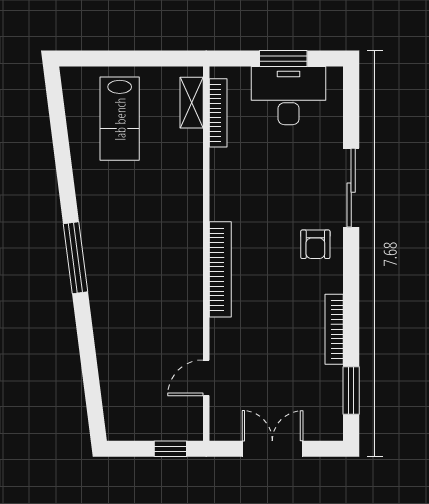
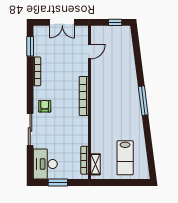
desk: (289, 96) -> (45, 164), moved, turned 90
lab bench: (120, 119) -> (125, 158), turned 180
window: (170, 449) -> (115, 22), moved

